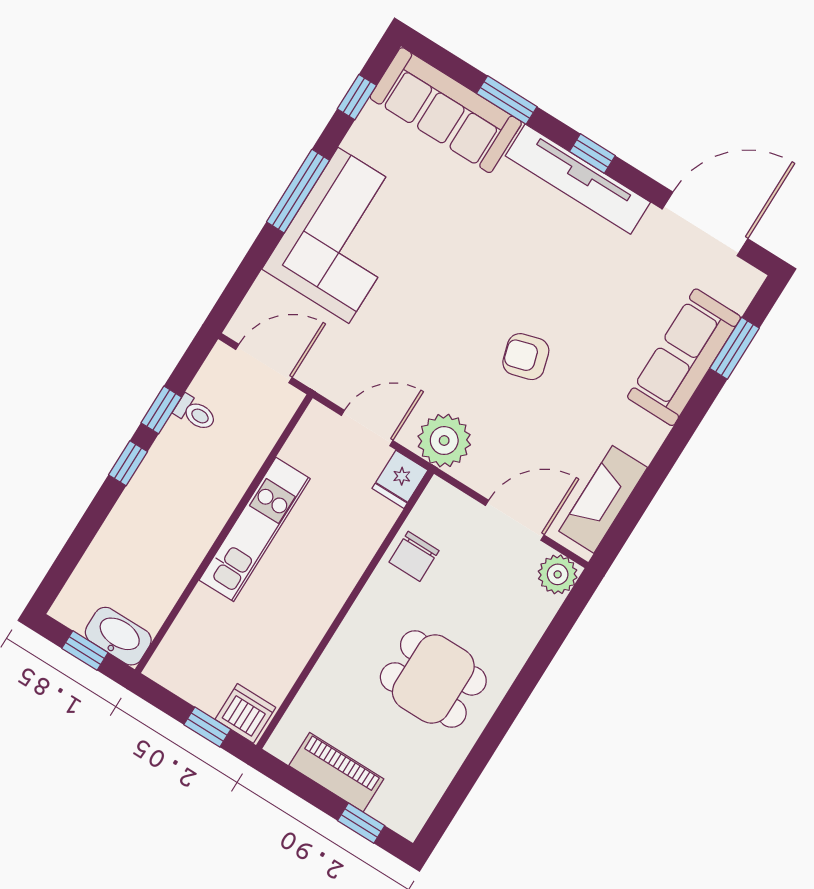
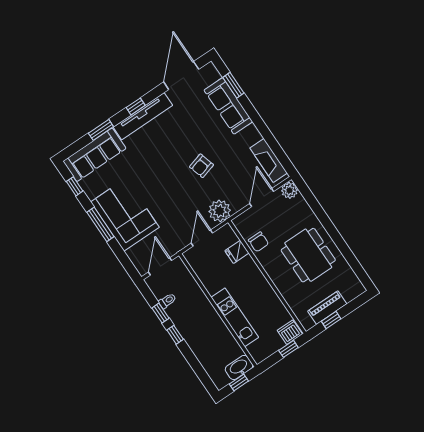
fridge: (400, 479) -> (237, 252), moved, turned 90
kitchen unit: (255, 529) -> (235, 317), moved
dining table: (433, 679) -> (308, 255), width x1.38
window: (361, 823) -> (331, 320), moved

